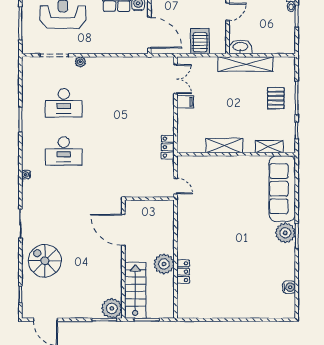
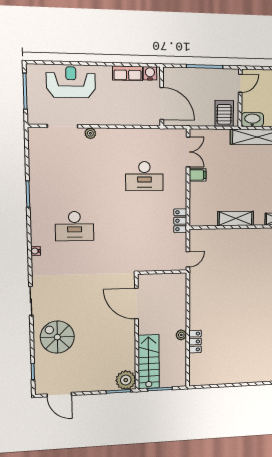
server rack: (200, 41) -> (224, 113), moved
desk: (64, 103) -> (144, 176), moved
door: (175, 186) -> (188, 259), hinge flipped
plant: (164, 264) -> (181, 335), width x0.53, depth x0.53

